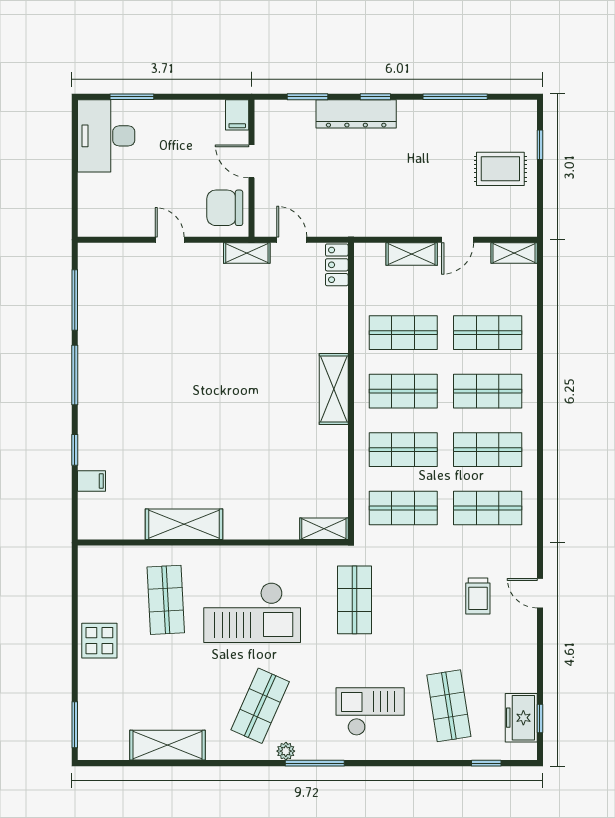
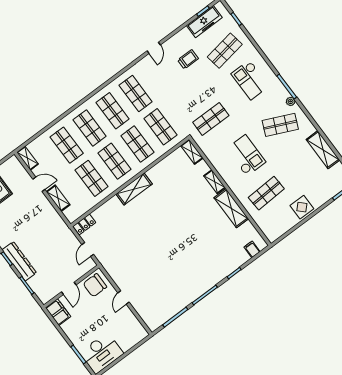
filing cabinet: (237, 115) -> (58, 312), width x2.00
chair: (225, 208) -> (95, 285), turned 90
shelving: (247, 253) -> (215, 182), moved
filing cabinet: (92, 481) -> (252, 249), moved
trolley: (478, 596) -> (188, 59), moved
checkout: (252, 612) -> (246, 155), width x0.73, depth x0.83
freezer: (521, 718) -> (204, 22), width x1.40

